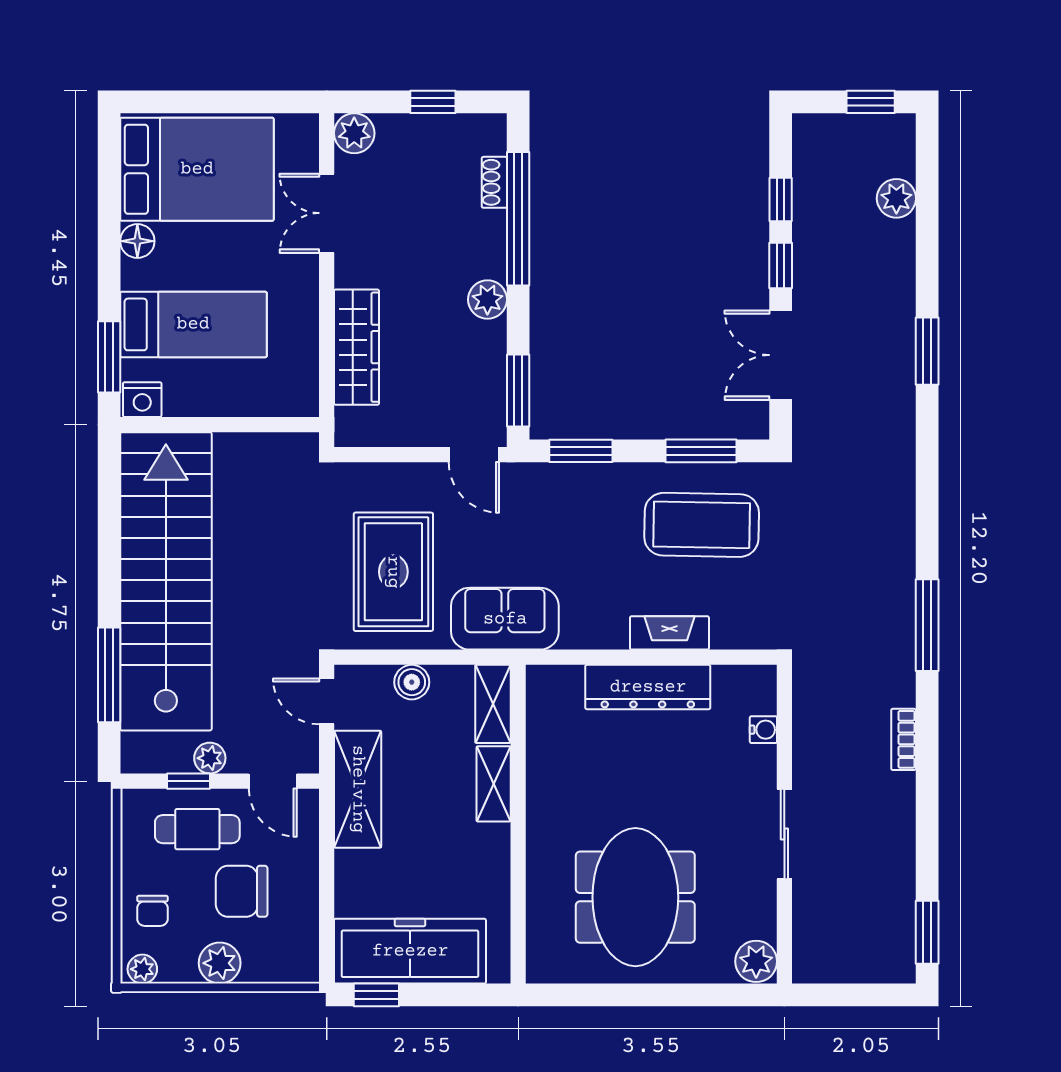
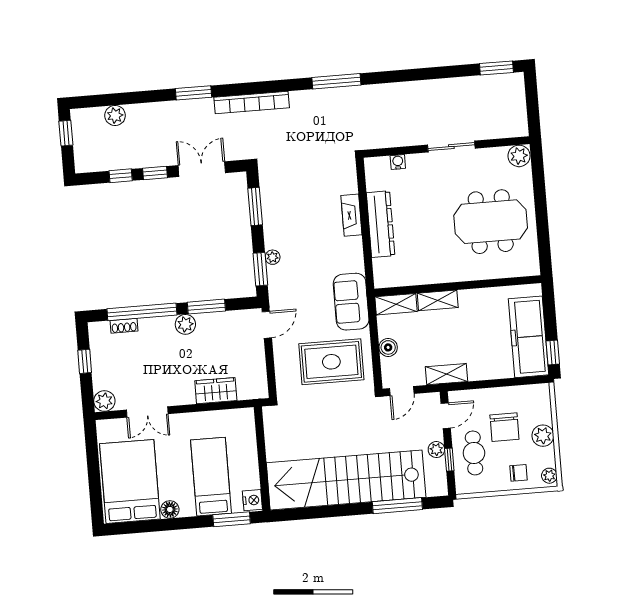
wardrobe: (357, 347) -> (216, 391), width x0.67
double door: (781, 355) -> (202, 169), swing flipped
window: (518, 390) -> (206, 307), moved
plant: (602, 476) -> (273, 257), added
coffee table: (702, 525) -> (294, 203), removed
bookcase: (904, 739) -> (252, 102), moved, width x2.31, depth x1.31
shelving: (358, 789) -> (447, 374), width x0.67, depth x0.75

